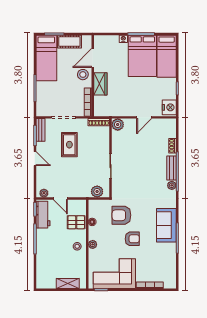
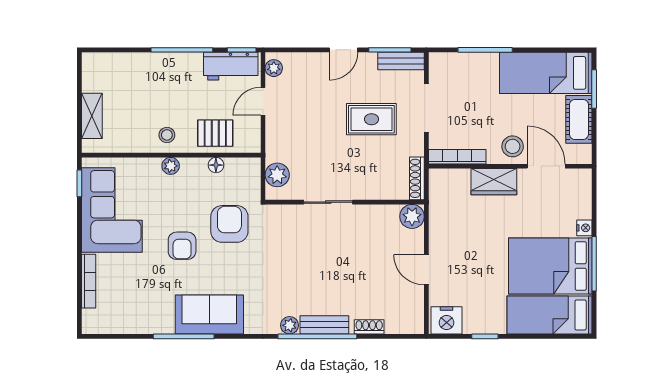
pallet: (76, 222) -> (215, 133), turned 90

